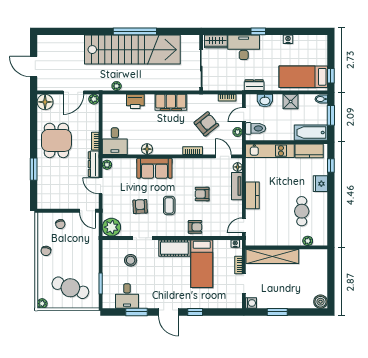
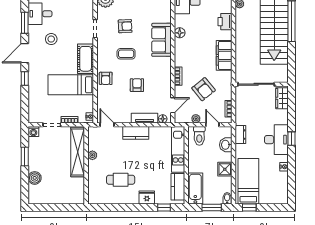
desk: (244, 47) -> (276, 140), moved
plant: (308, 241) -> (92, 155), moved
stool: (131, 260) -> (51, 39), moved
boiler: (321, 302) -> (35, 178), moved

